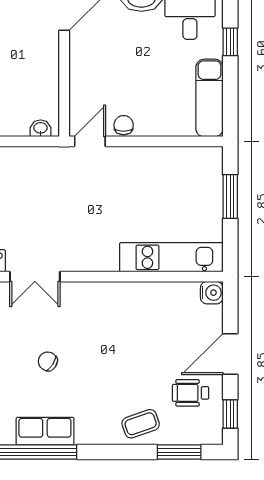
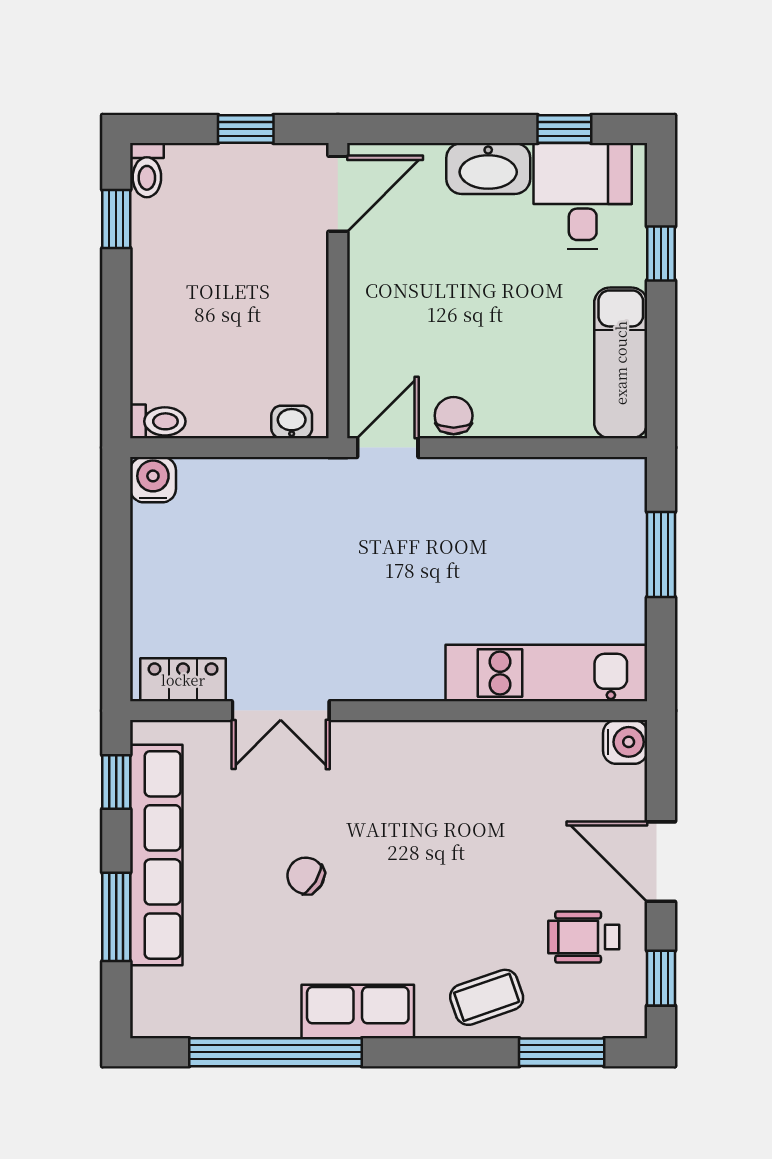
door: (230, 354) -> (661, 862), hinge flipped
row of seats: (45, 431) -> (358, 1012), moved

